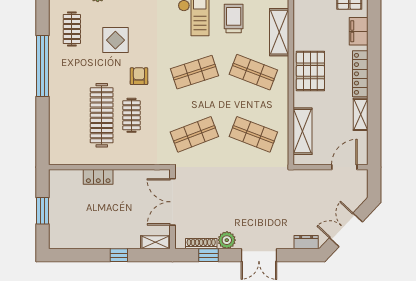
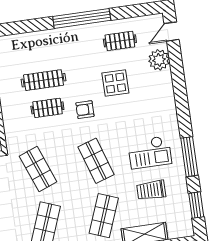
trolley: (234, 18) -> (151, 190), turned 180
armchair: (139, 76) -> (85, 110), turned 180
clothes rail: (102, 115) -> (44, 80), width x0.73, depth x0.76

